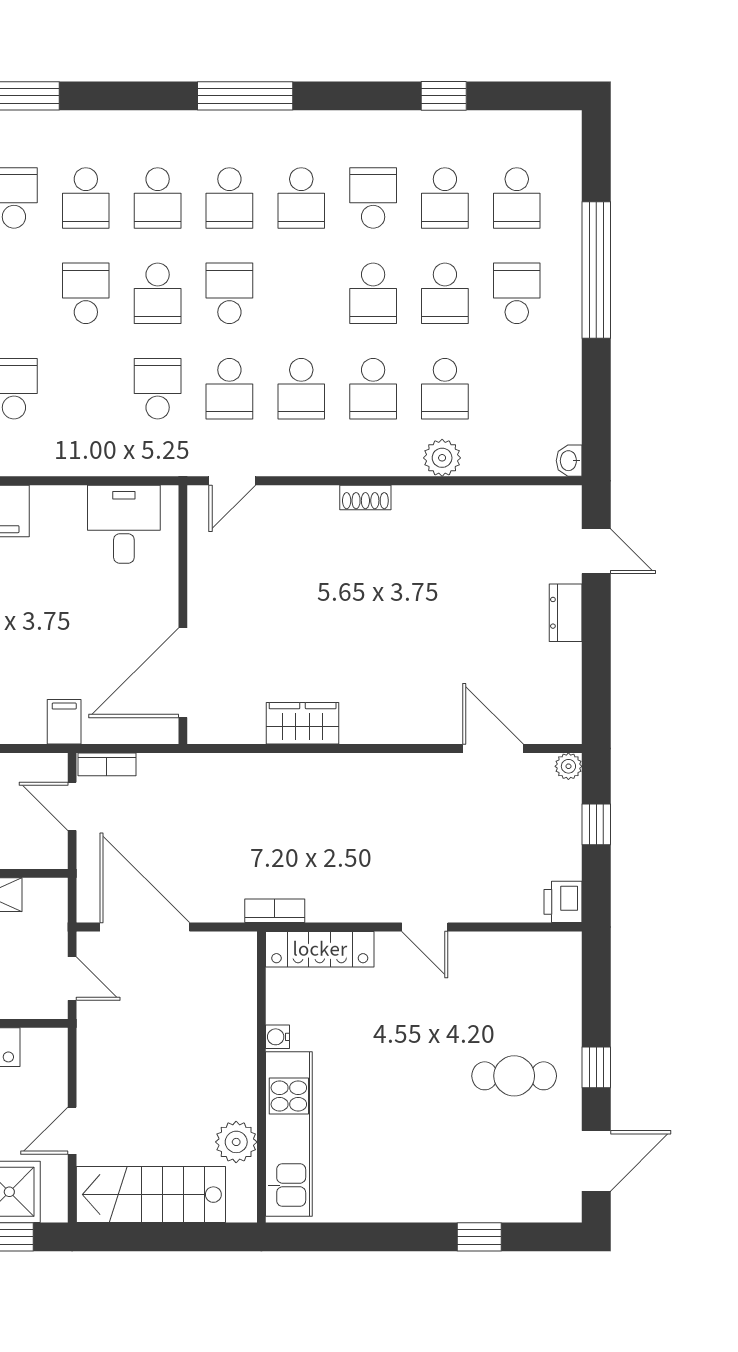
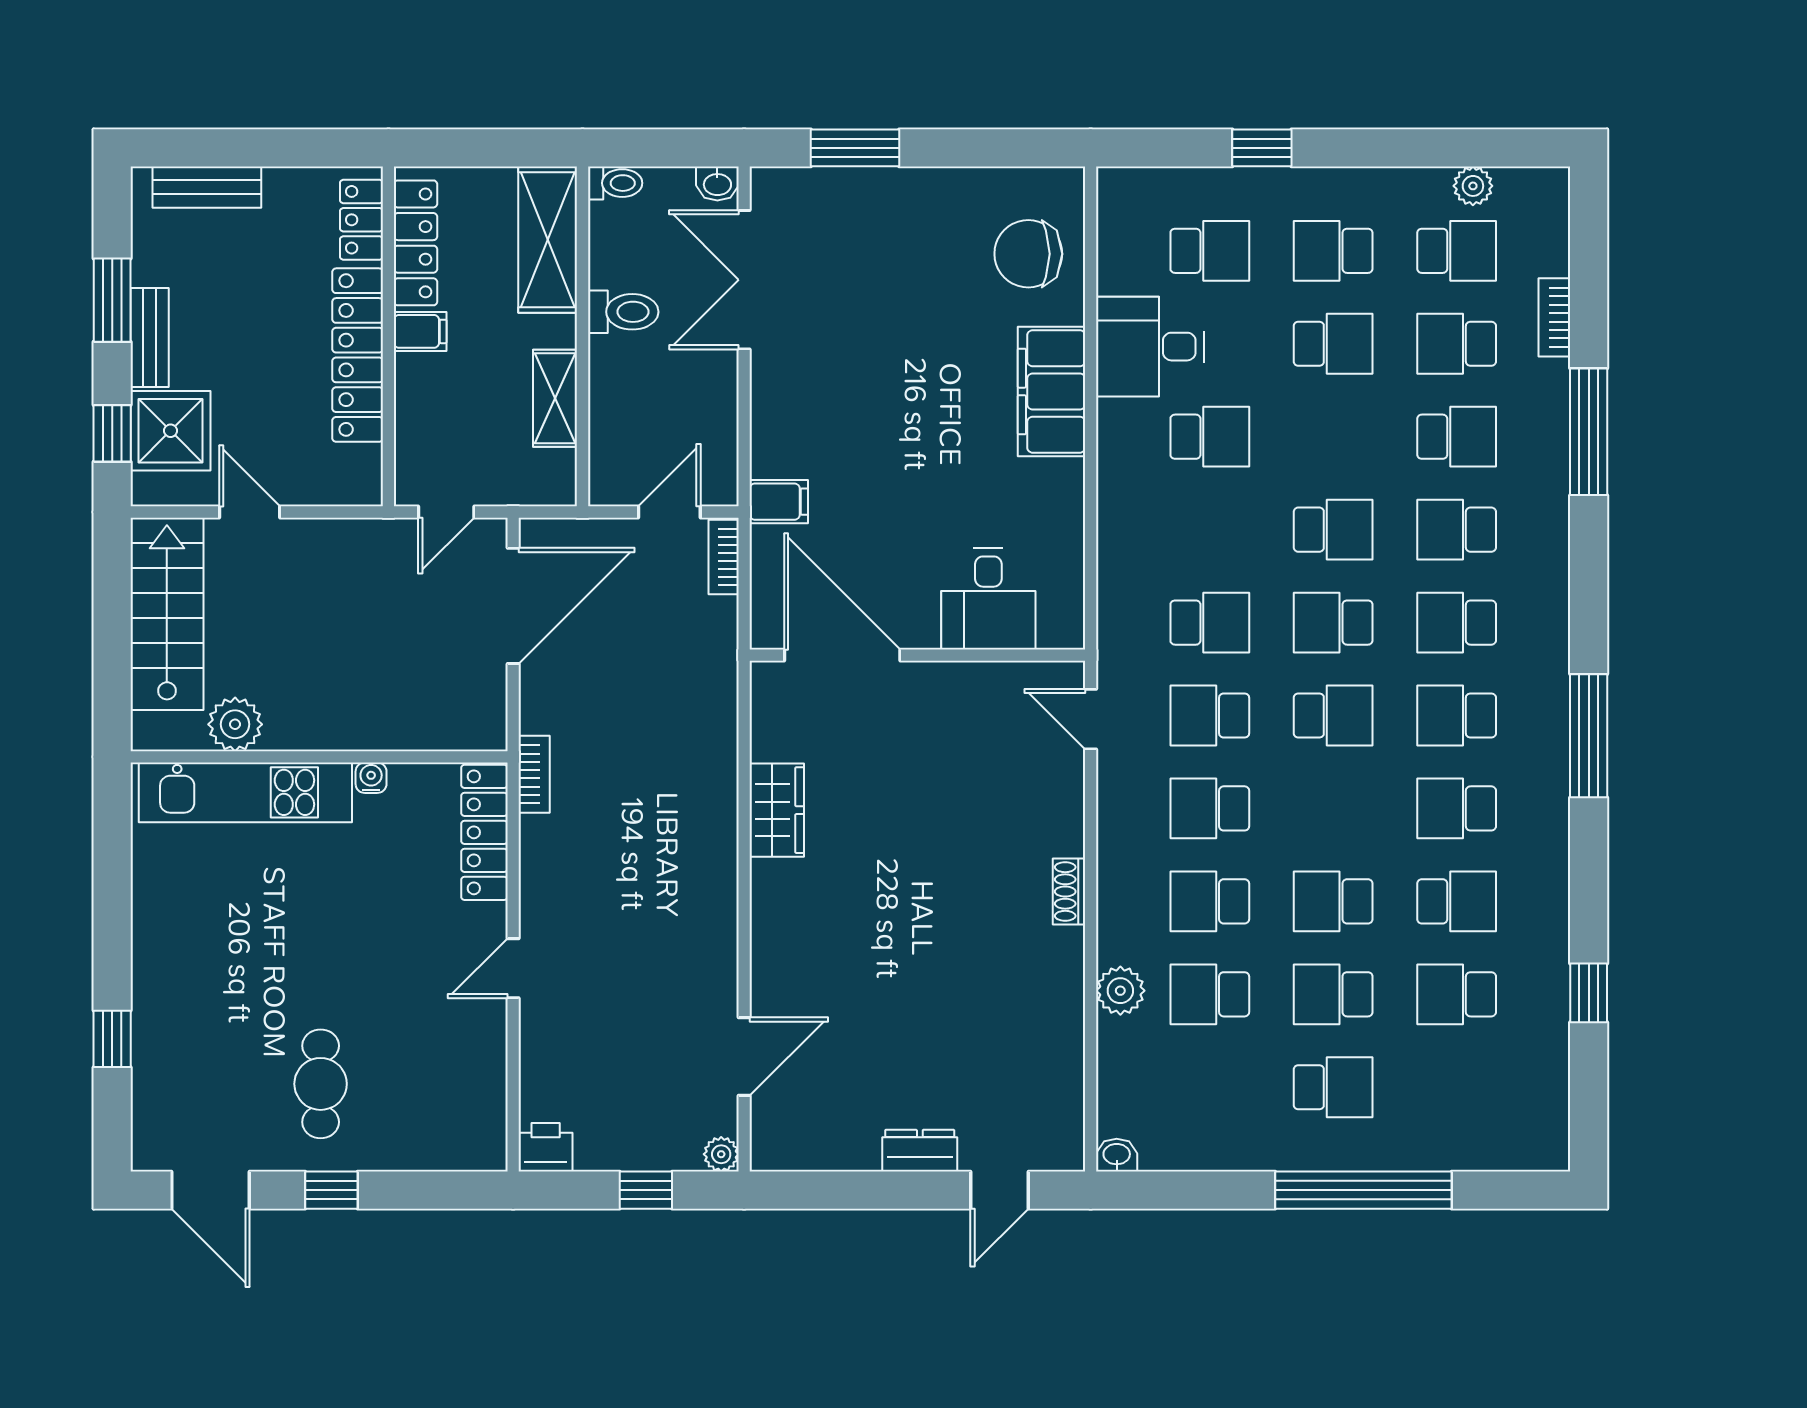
school desk: (517, 198) -> (1457, 1087), removed
desk: (124, 524) -> (988, 599), moved, turned 90

